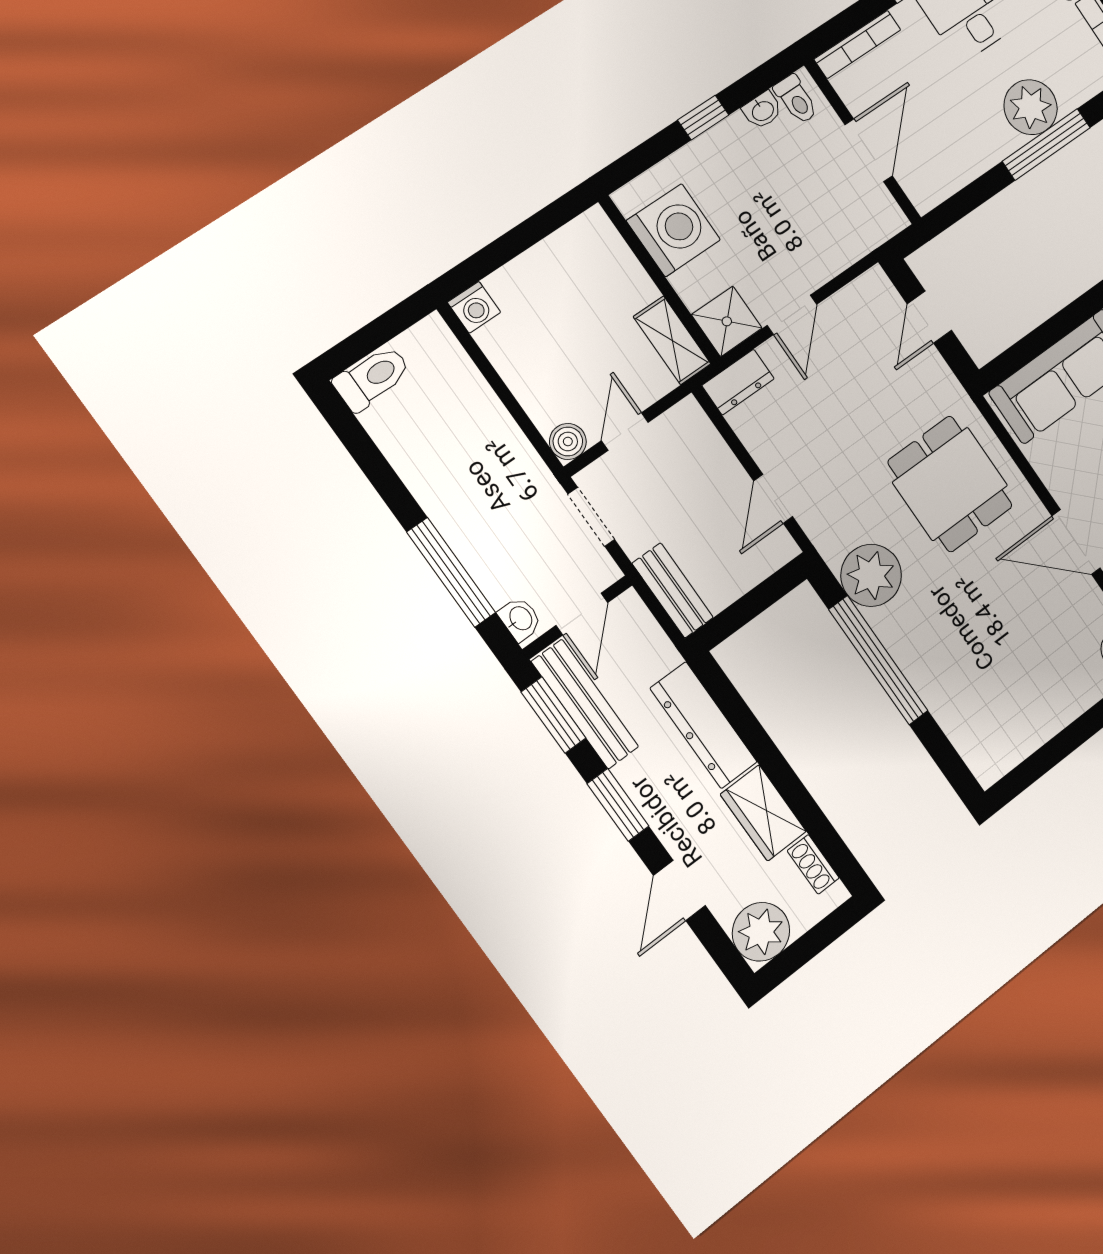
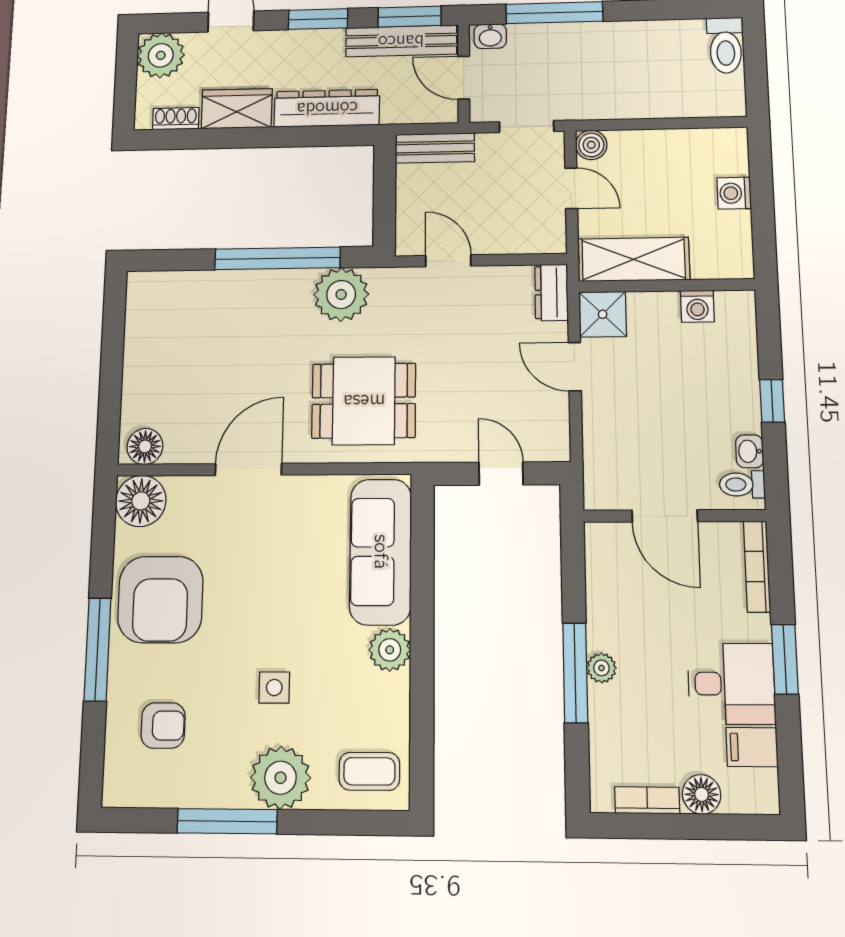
plant: (1031, 107) -> (601, 668), width x0.53, depth x0.53
washing machine: (673, 230) -> (697, 306), width x0.53, depth x0.53
washing machine: (474, 307) -> (734, 193), moved
shelving: (672, 340) -> (634, 259), width x1.50, depth x1.33

